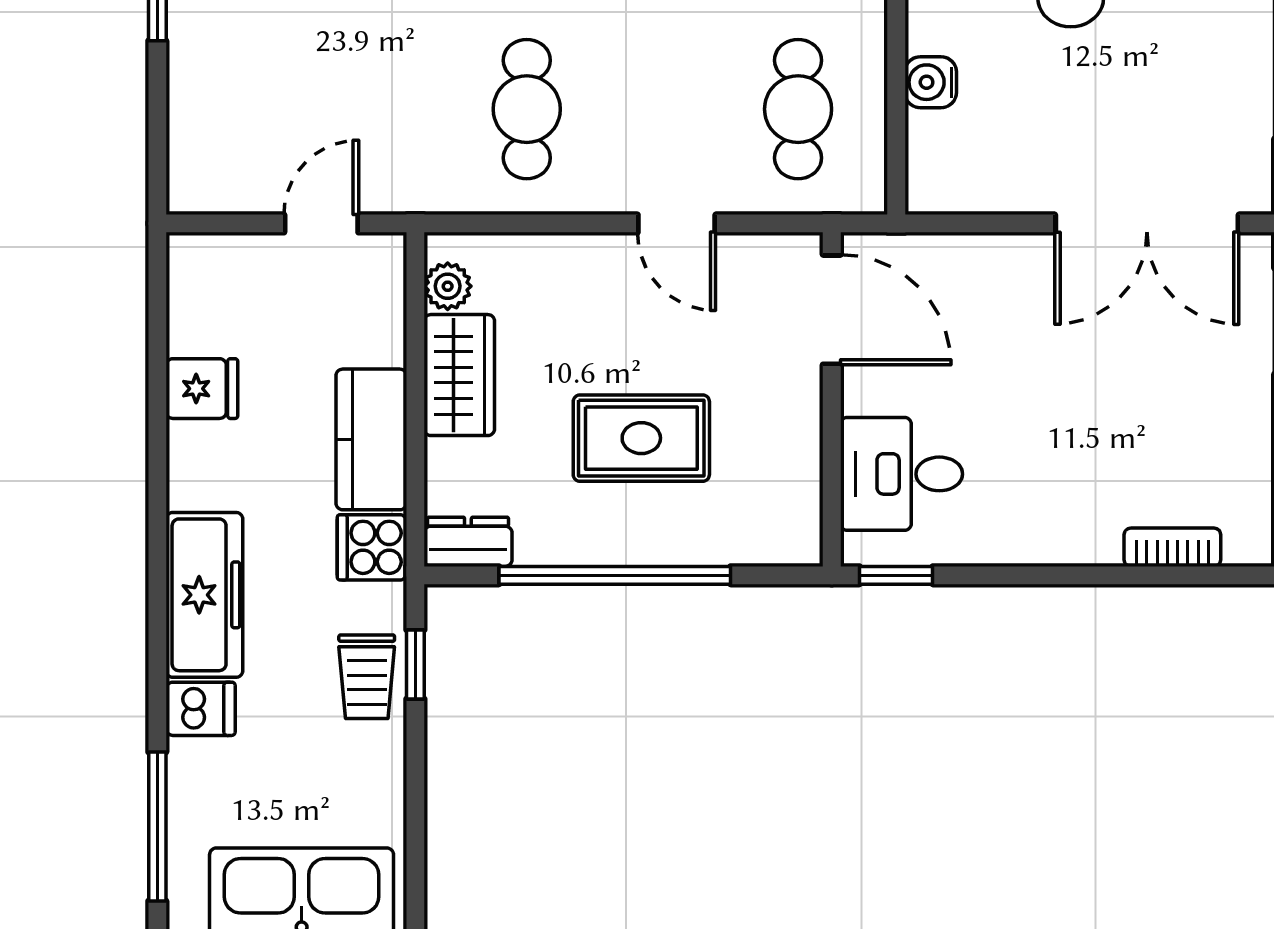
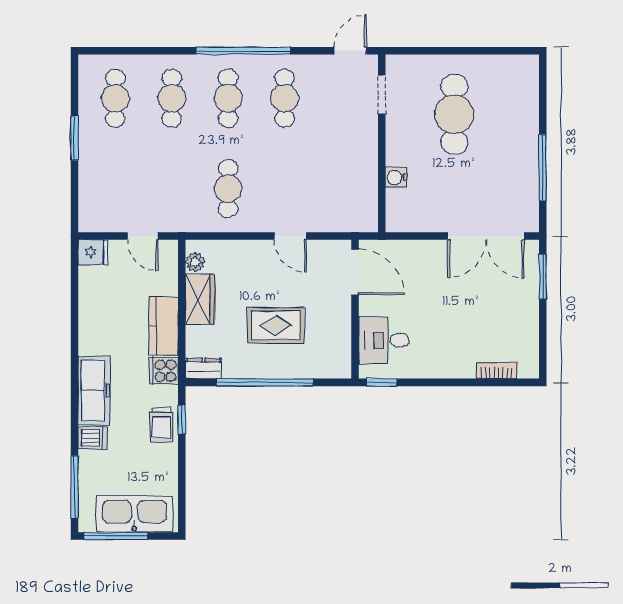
cafe table: (798, 109) -> (341, 189), removed
door: (321, 223) -> (143, 236), swing flipped
fridge: (202, 389) -> (93, 252), moved

